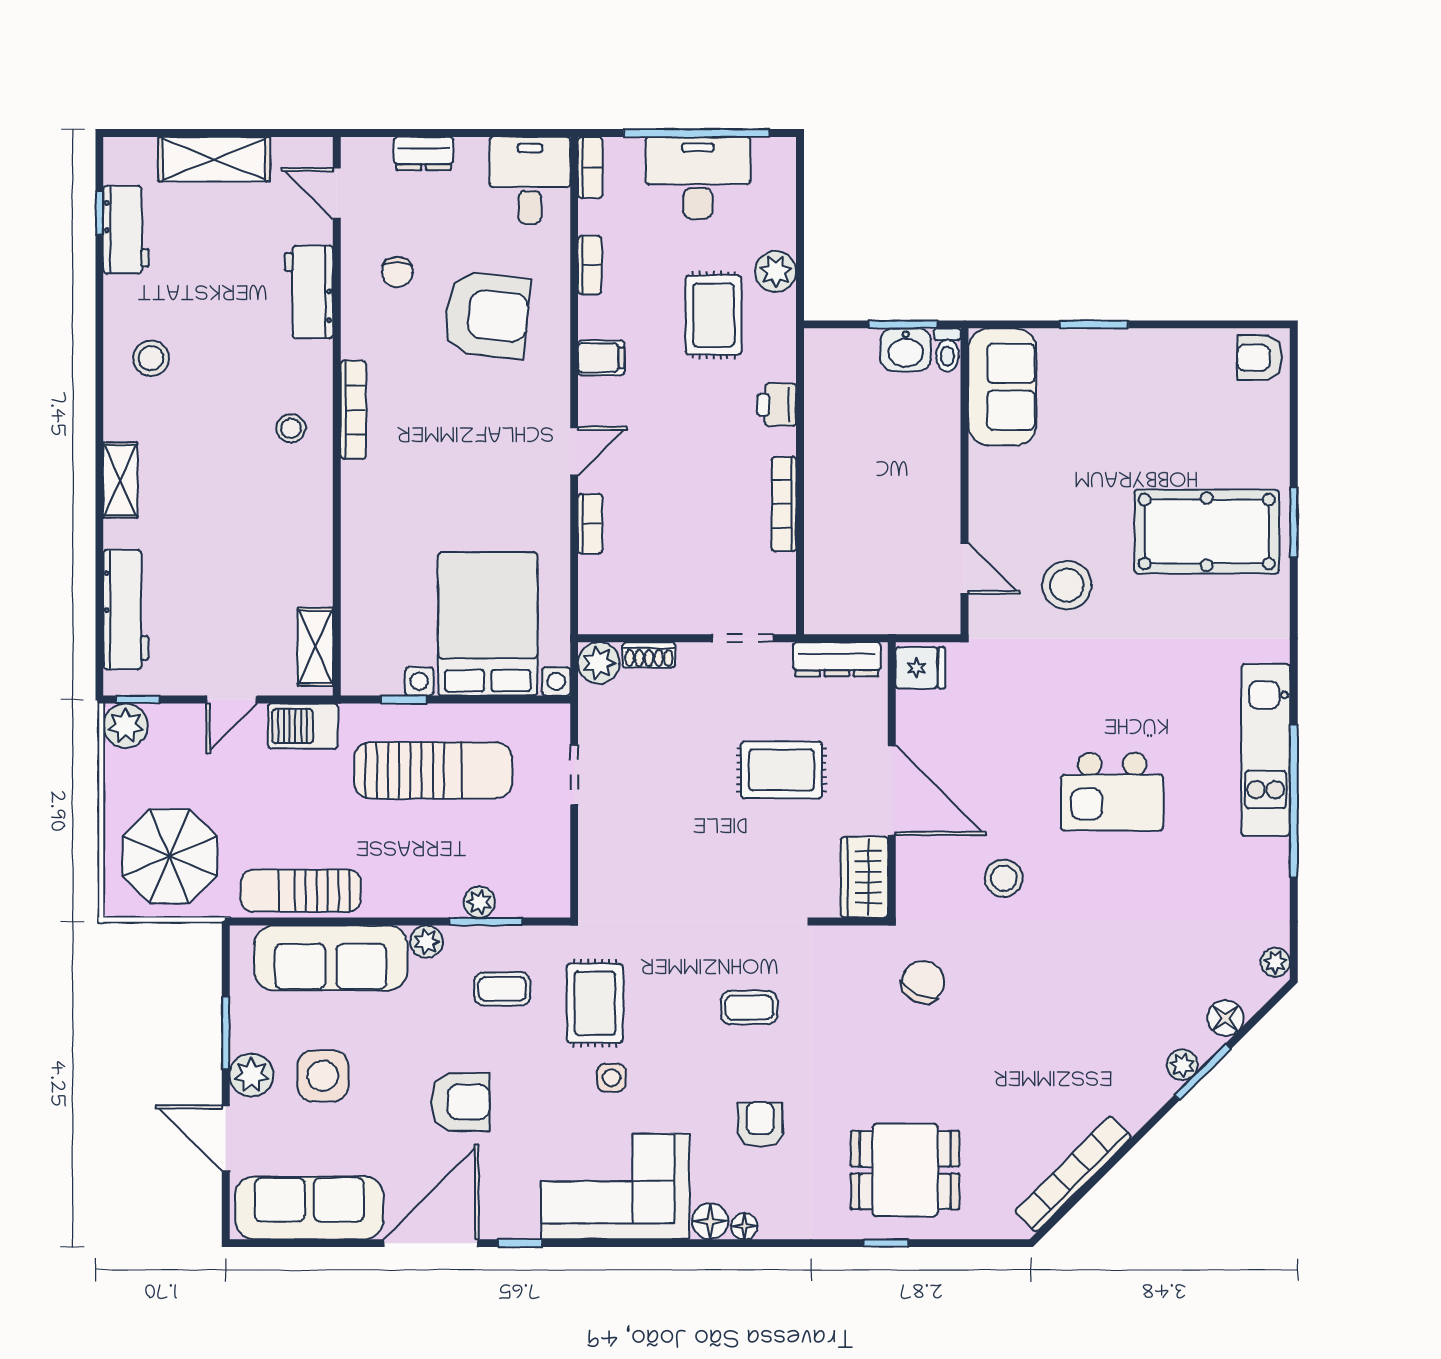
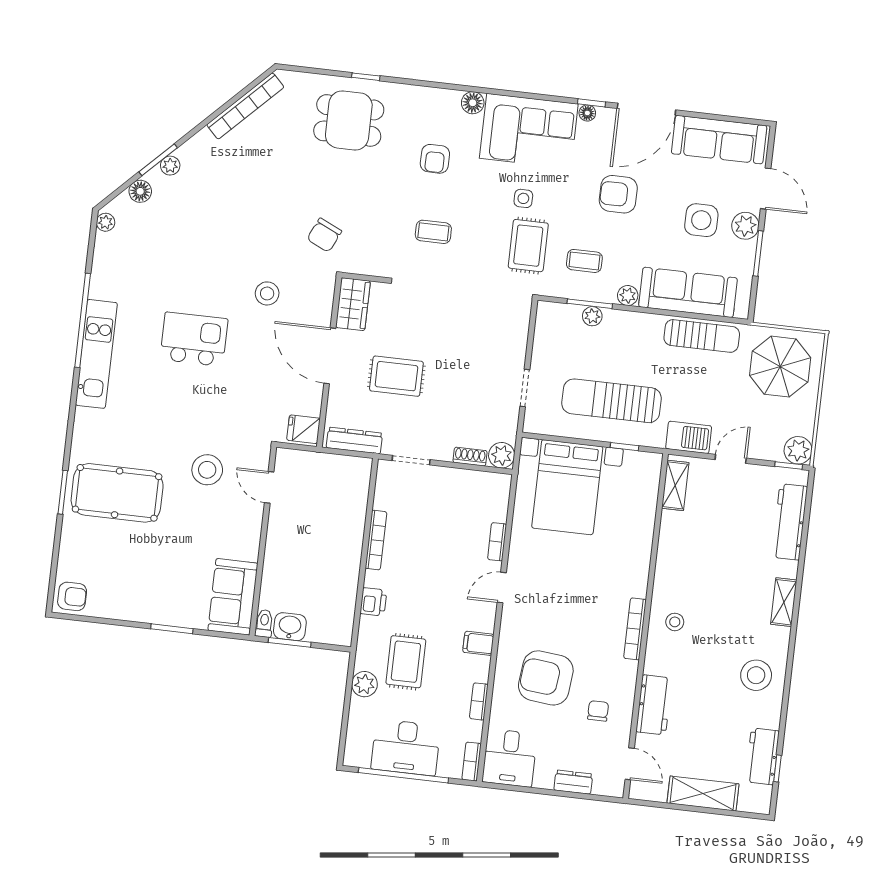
stool: (151, 358) -> (756, 675), width x1.38, depth x1.38
floor lamp: (744, 1226) -> (587, 113), moved

